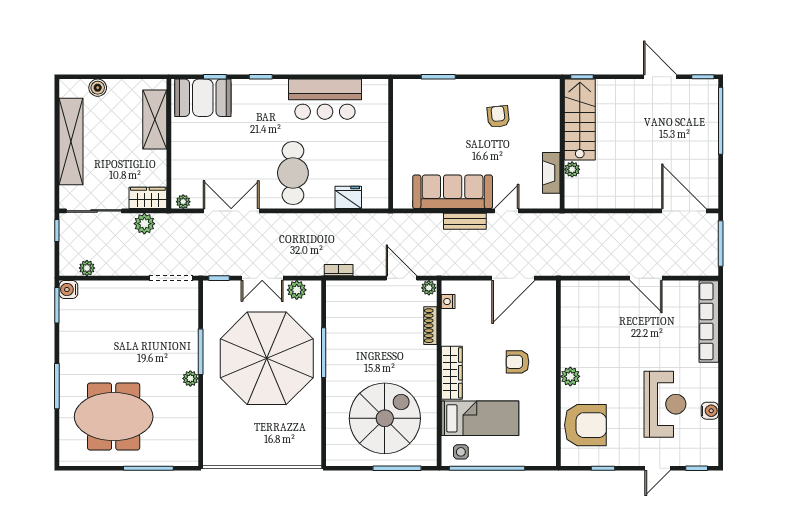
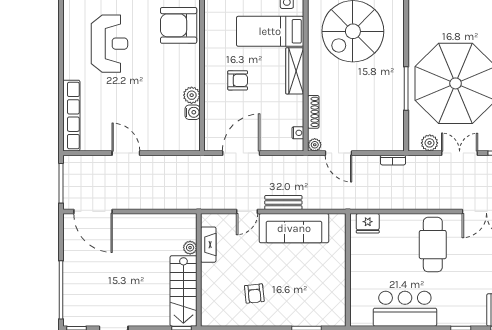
fridge: (348, 197) -> (368, 223), moved
plant: (570, 376) -> (192, 95), moved
reception desk: (665, 404) -> (109, 44), turned 180
water cooler: (710, 411) -> (193, 112), moved, turned 180

